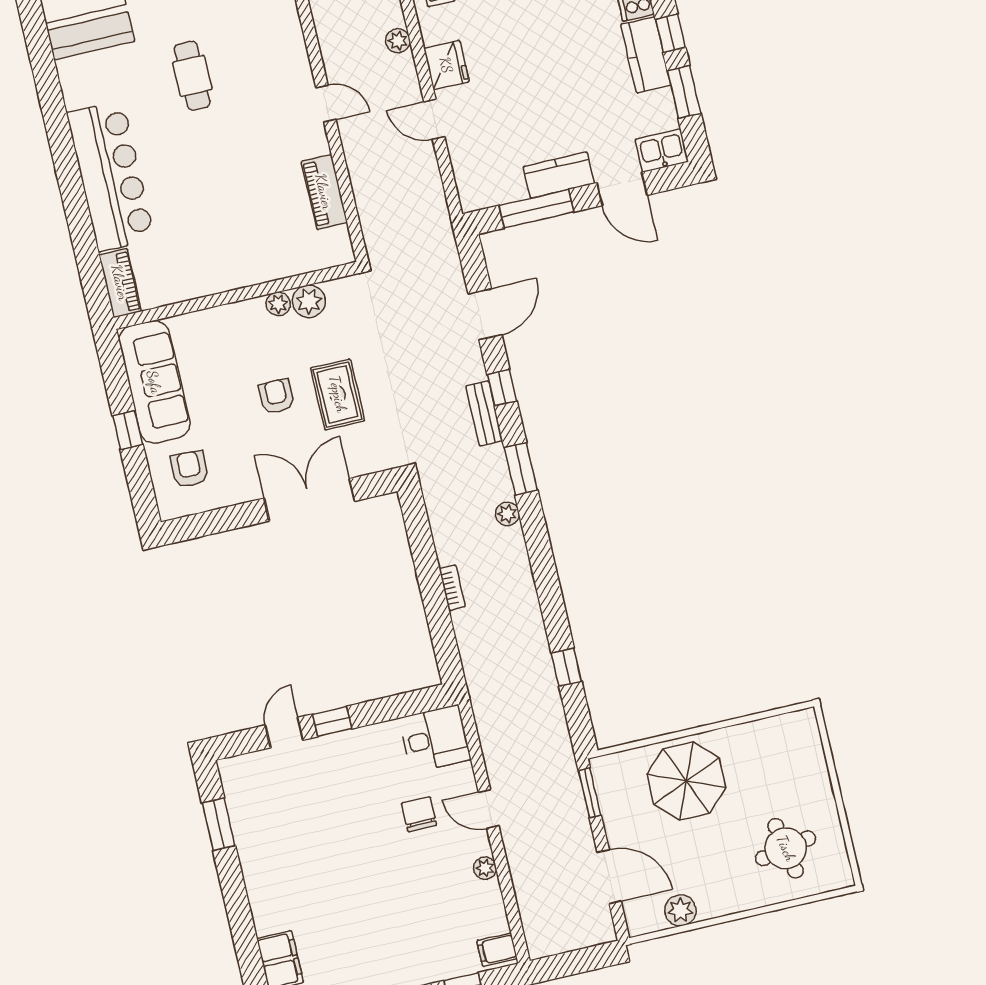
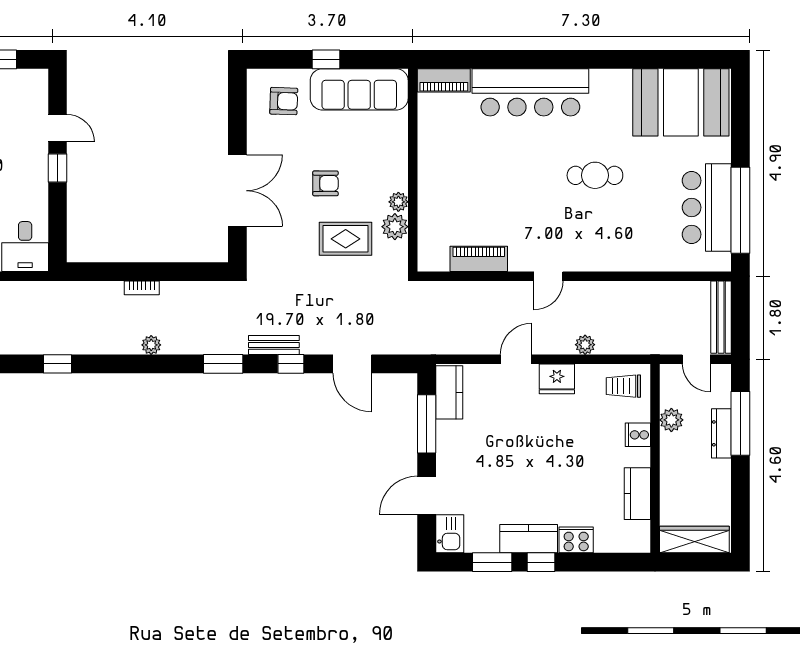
kitchen counter: (559, 175) -> (449, 392), moved
rug: (338, 394) -> (346, 239), moved
plant: (507, 514) -> (151, 345), moved

